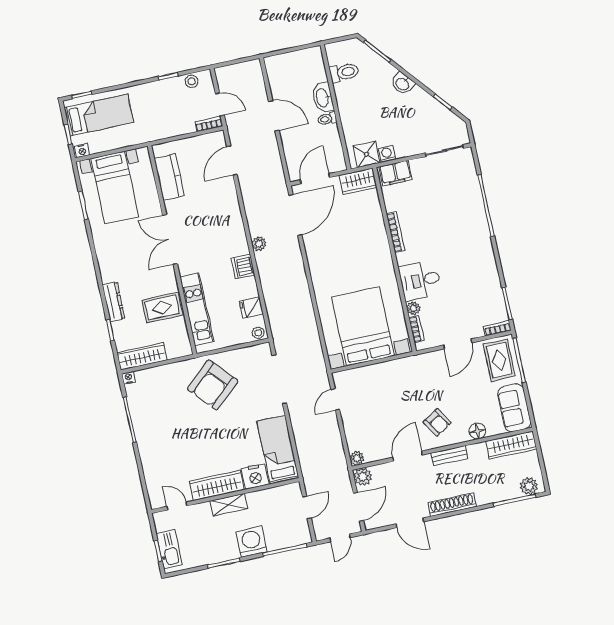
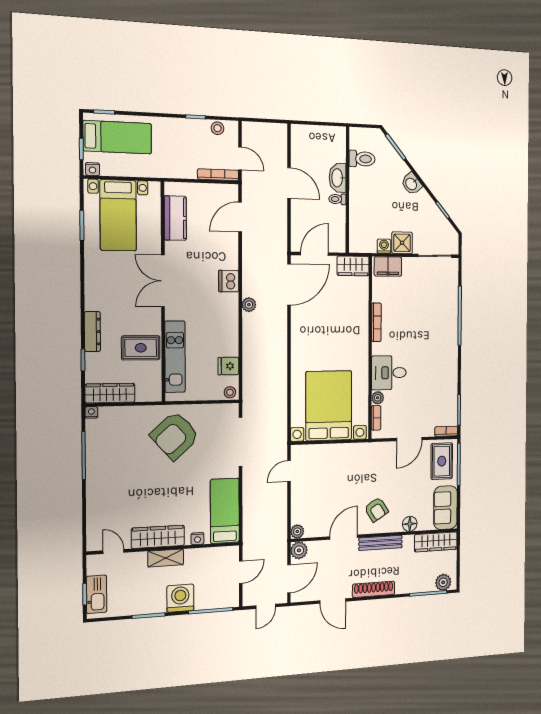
bookcase: (209, 124) -> (218, 175), width x1.56
shower: (366, 154) -> (402, 243), moved
dishwasher: (243, 267) -> (229, 281), moved
bench: (449, 456) -> (381, 543), width x1.36
nightstand: (255, 476) -> (197, 539), width x0.53, depth x0.56

